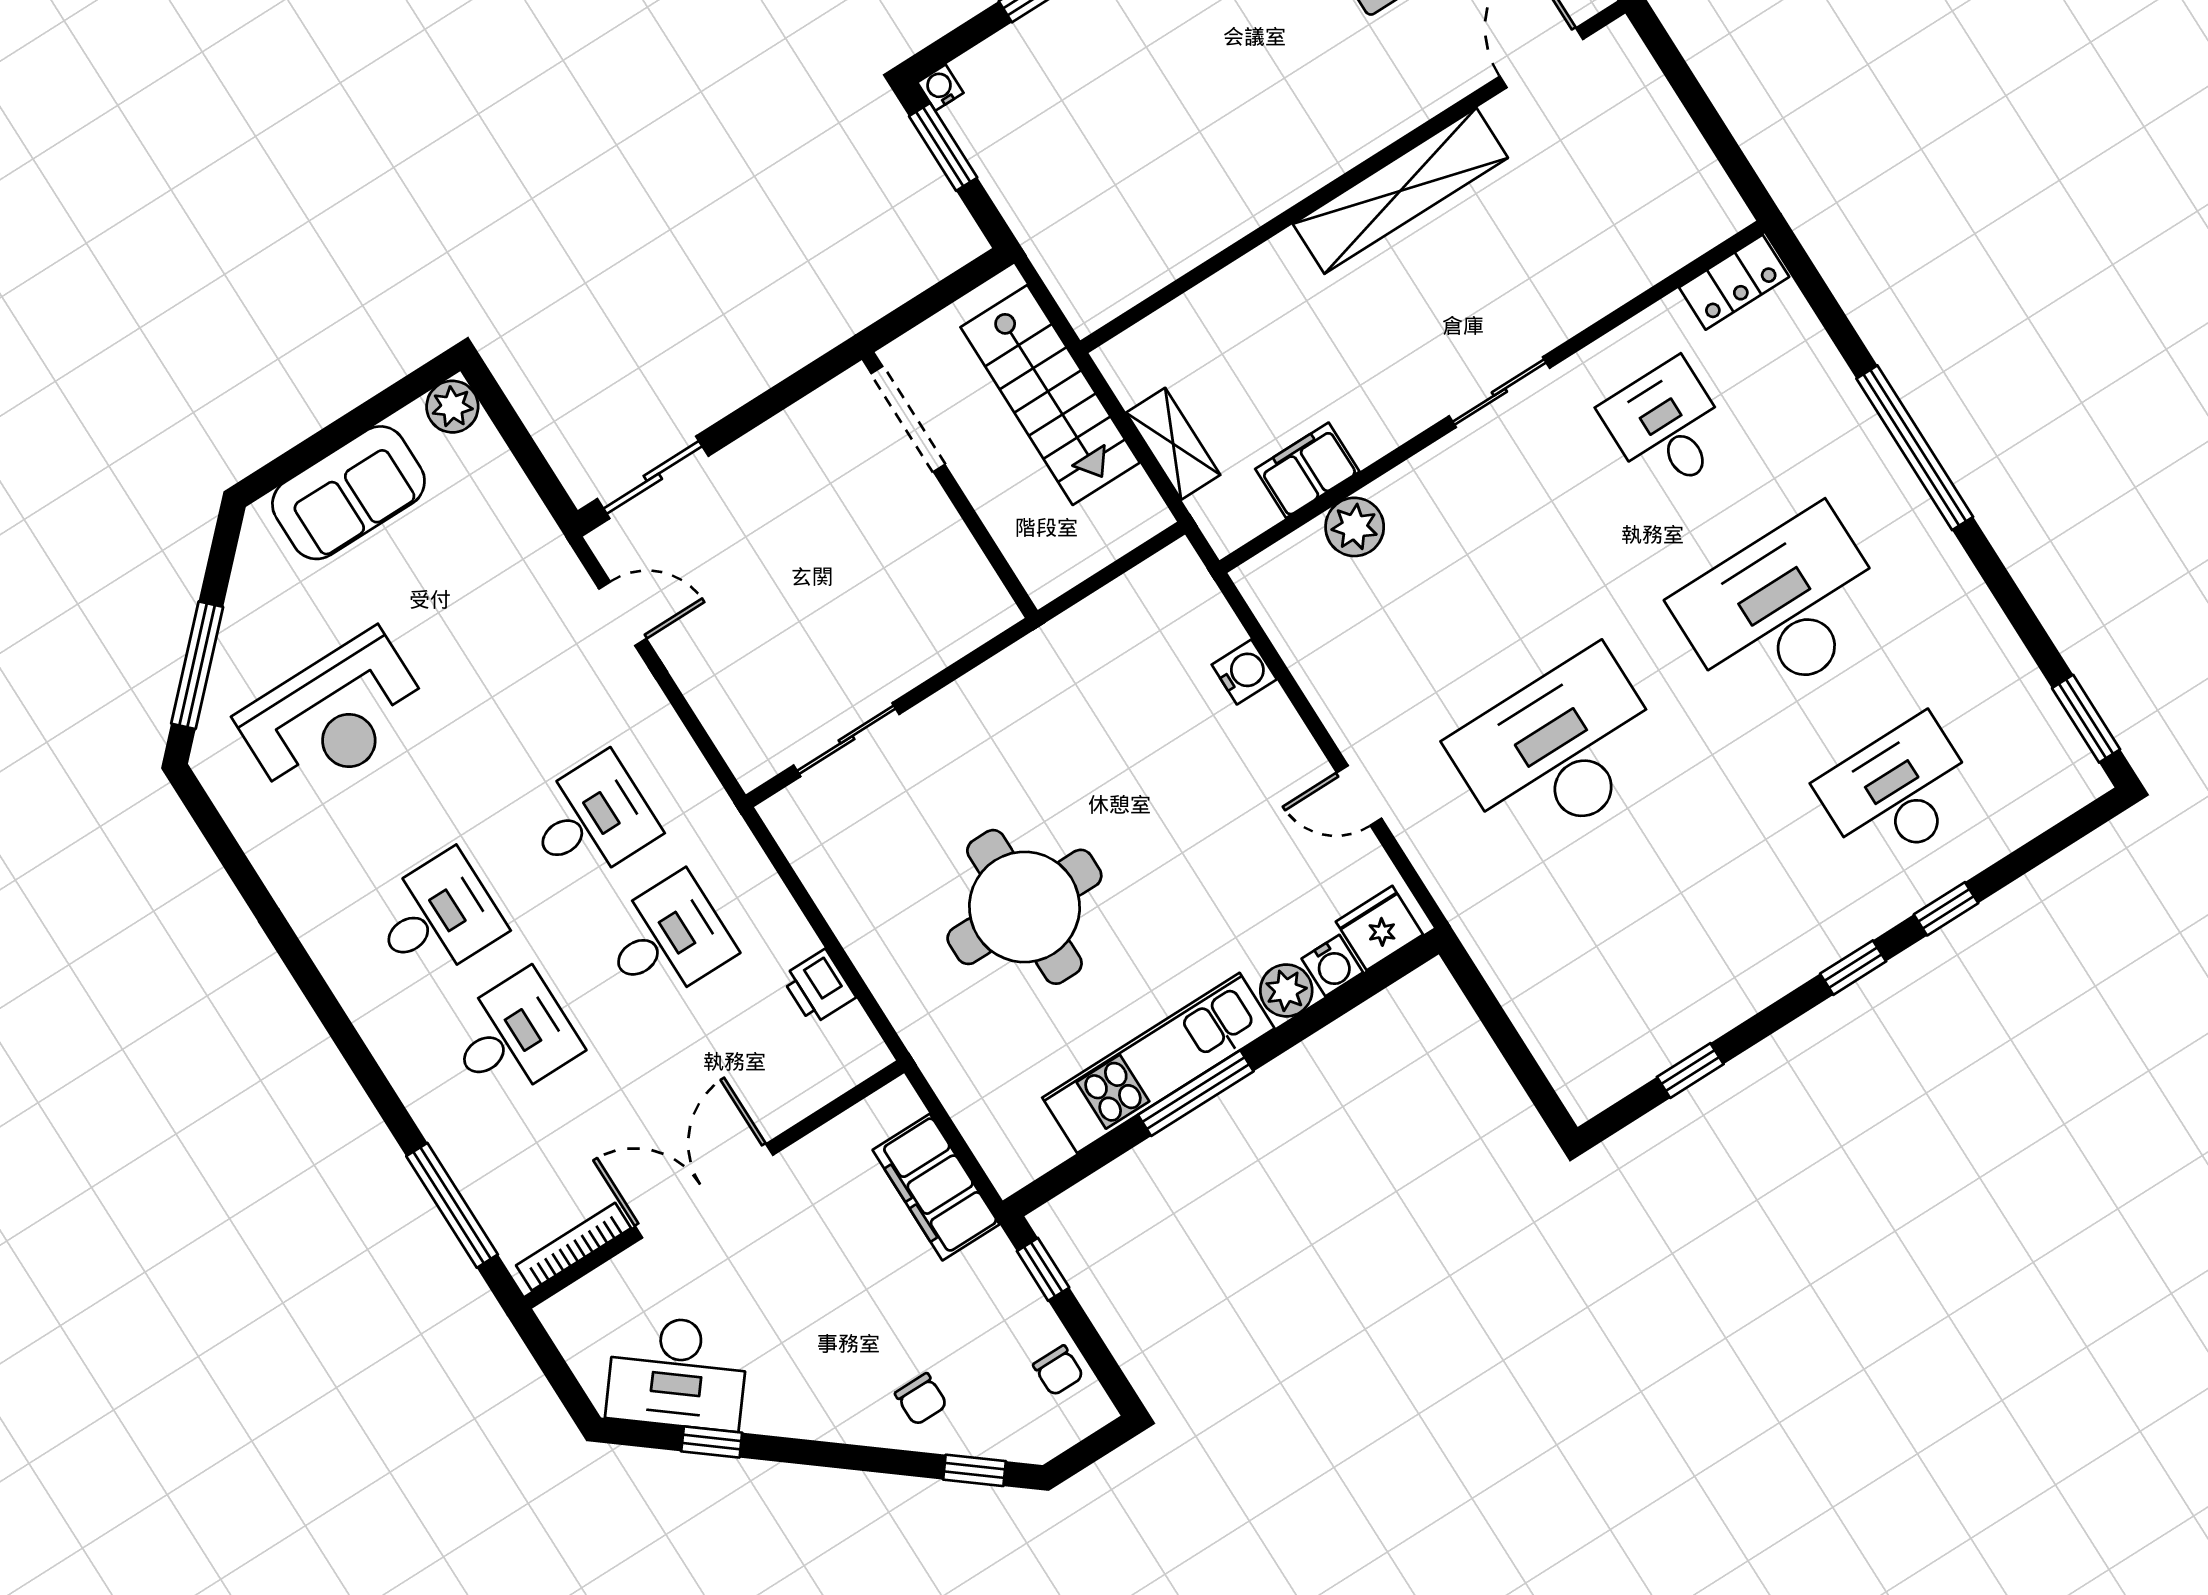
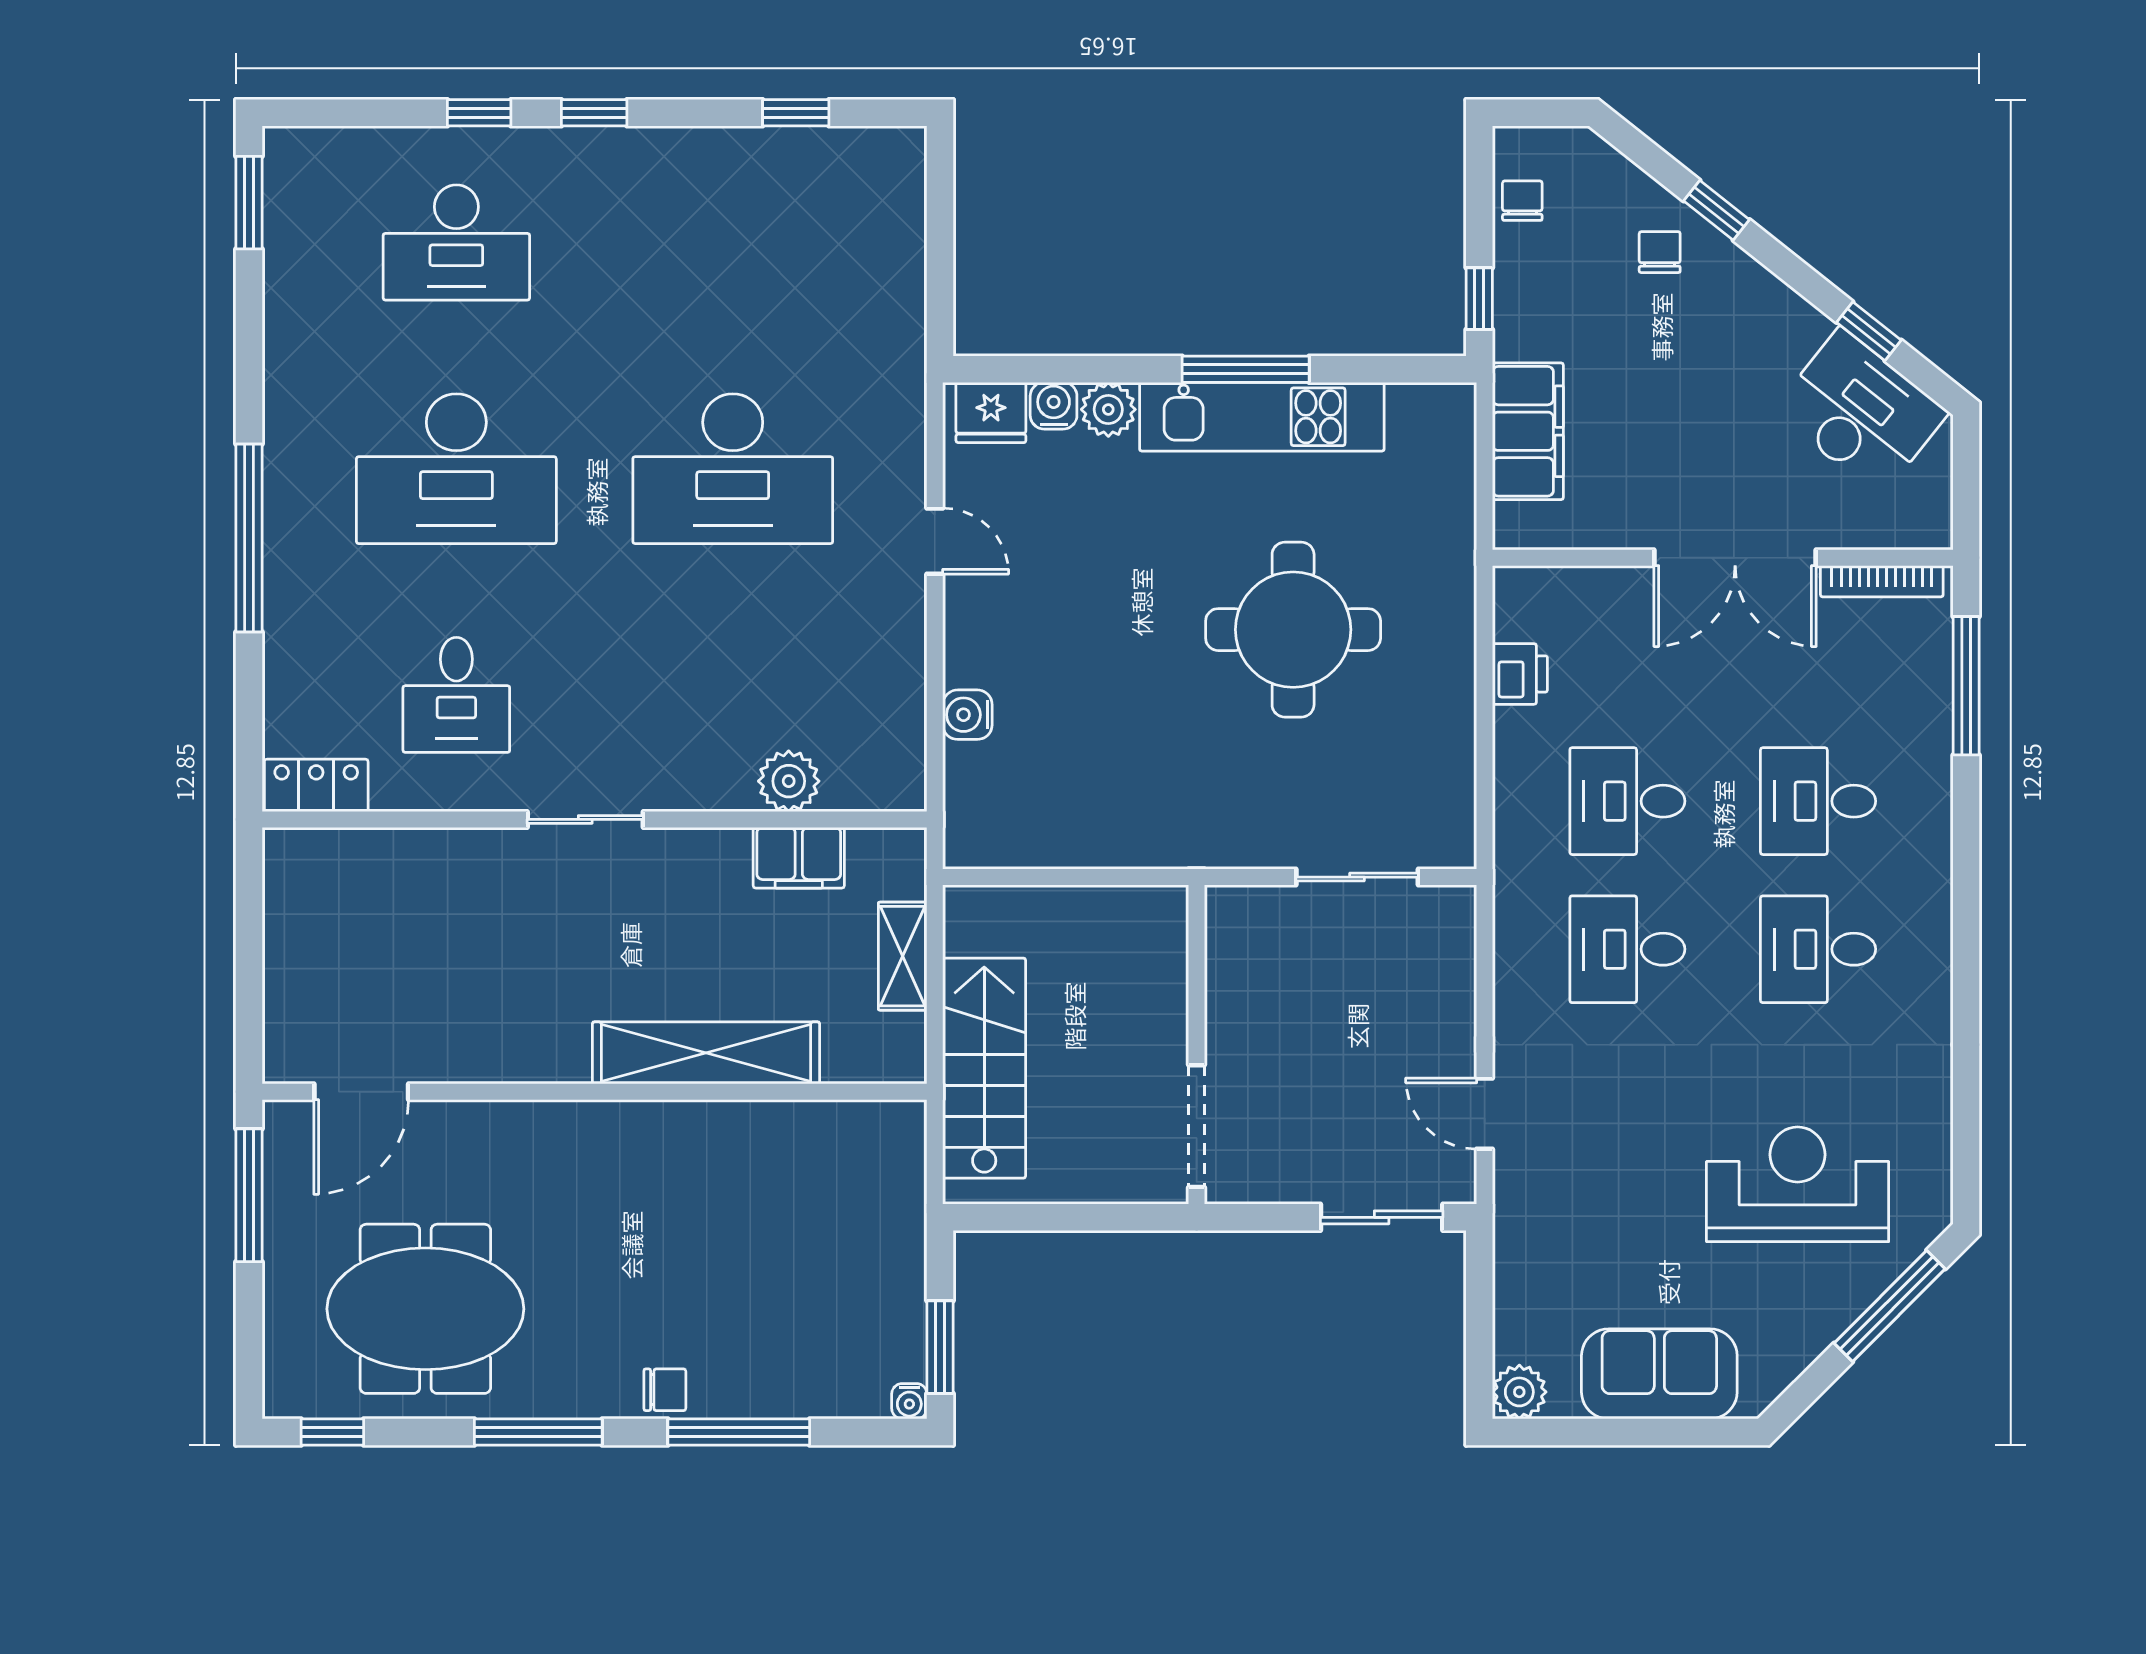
shelving: (1400, 191) -> (706, 1053), moved
doorway: (908, 419) -> (1197, 1126), moved
wall: (950, 485) -> (1197, 1045), moved
window: (975, 1470) -> (1716, 210), moved

